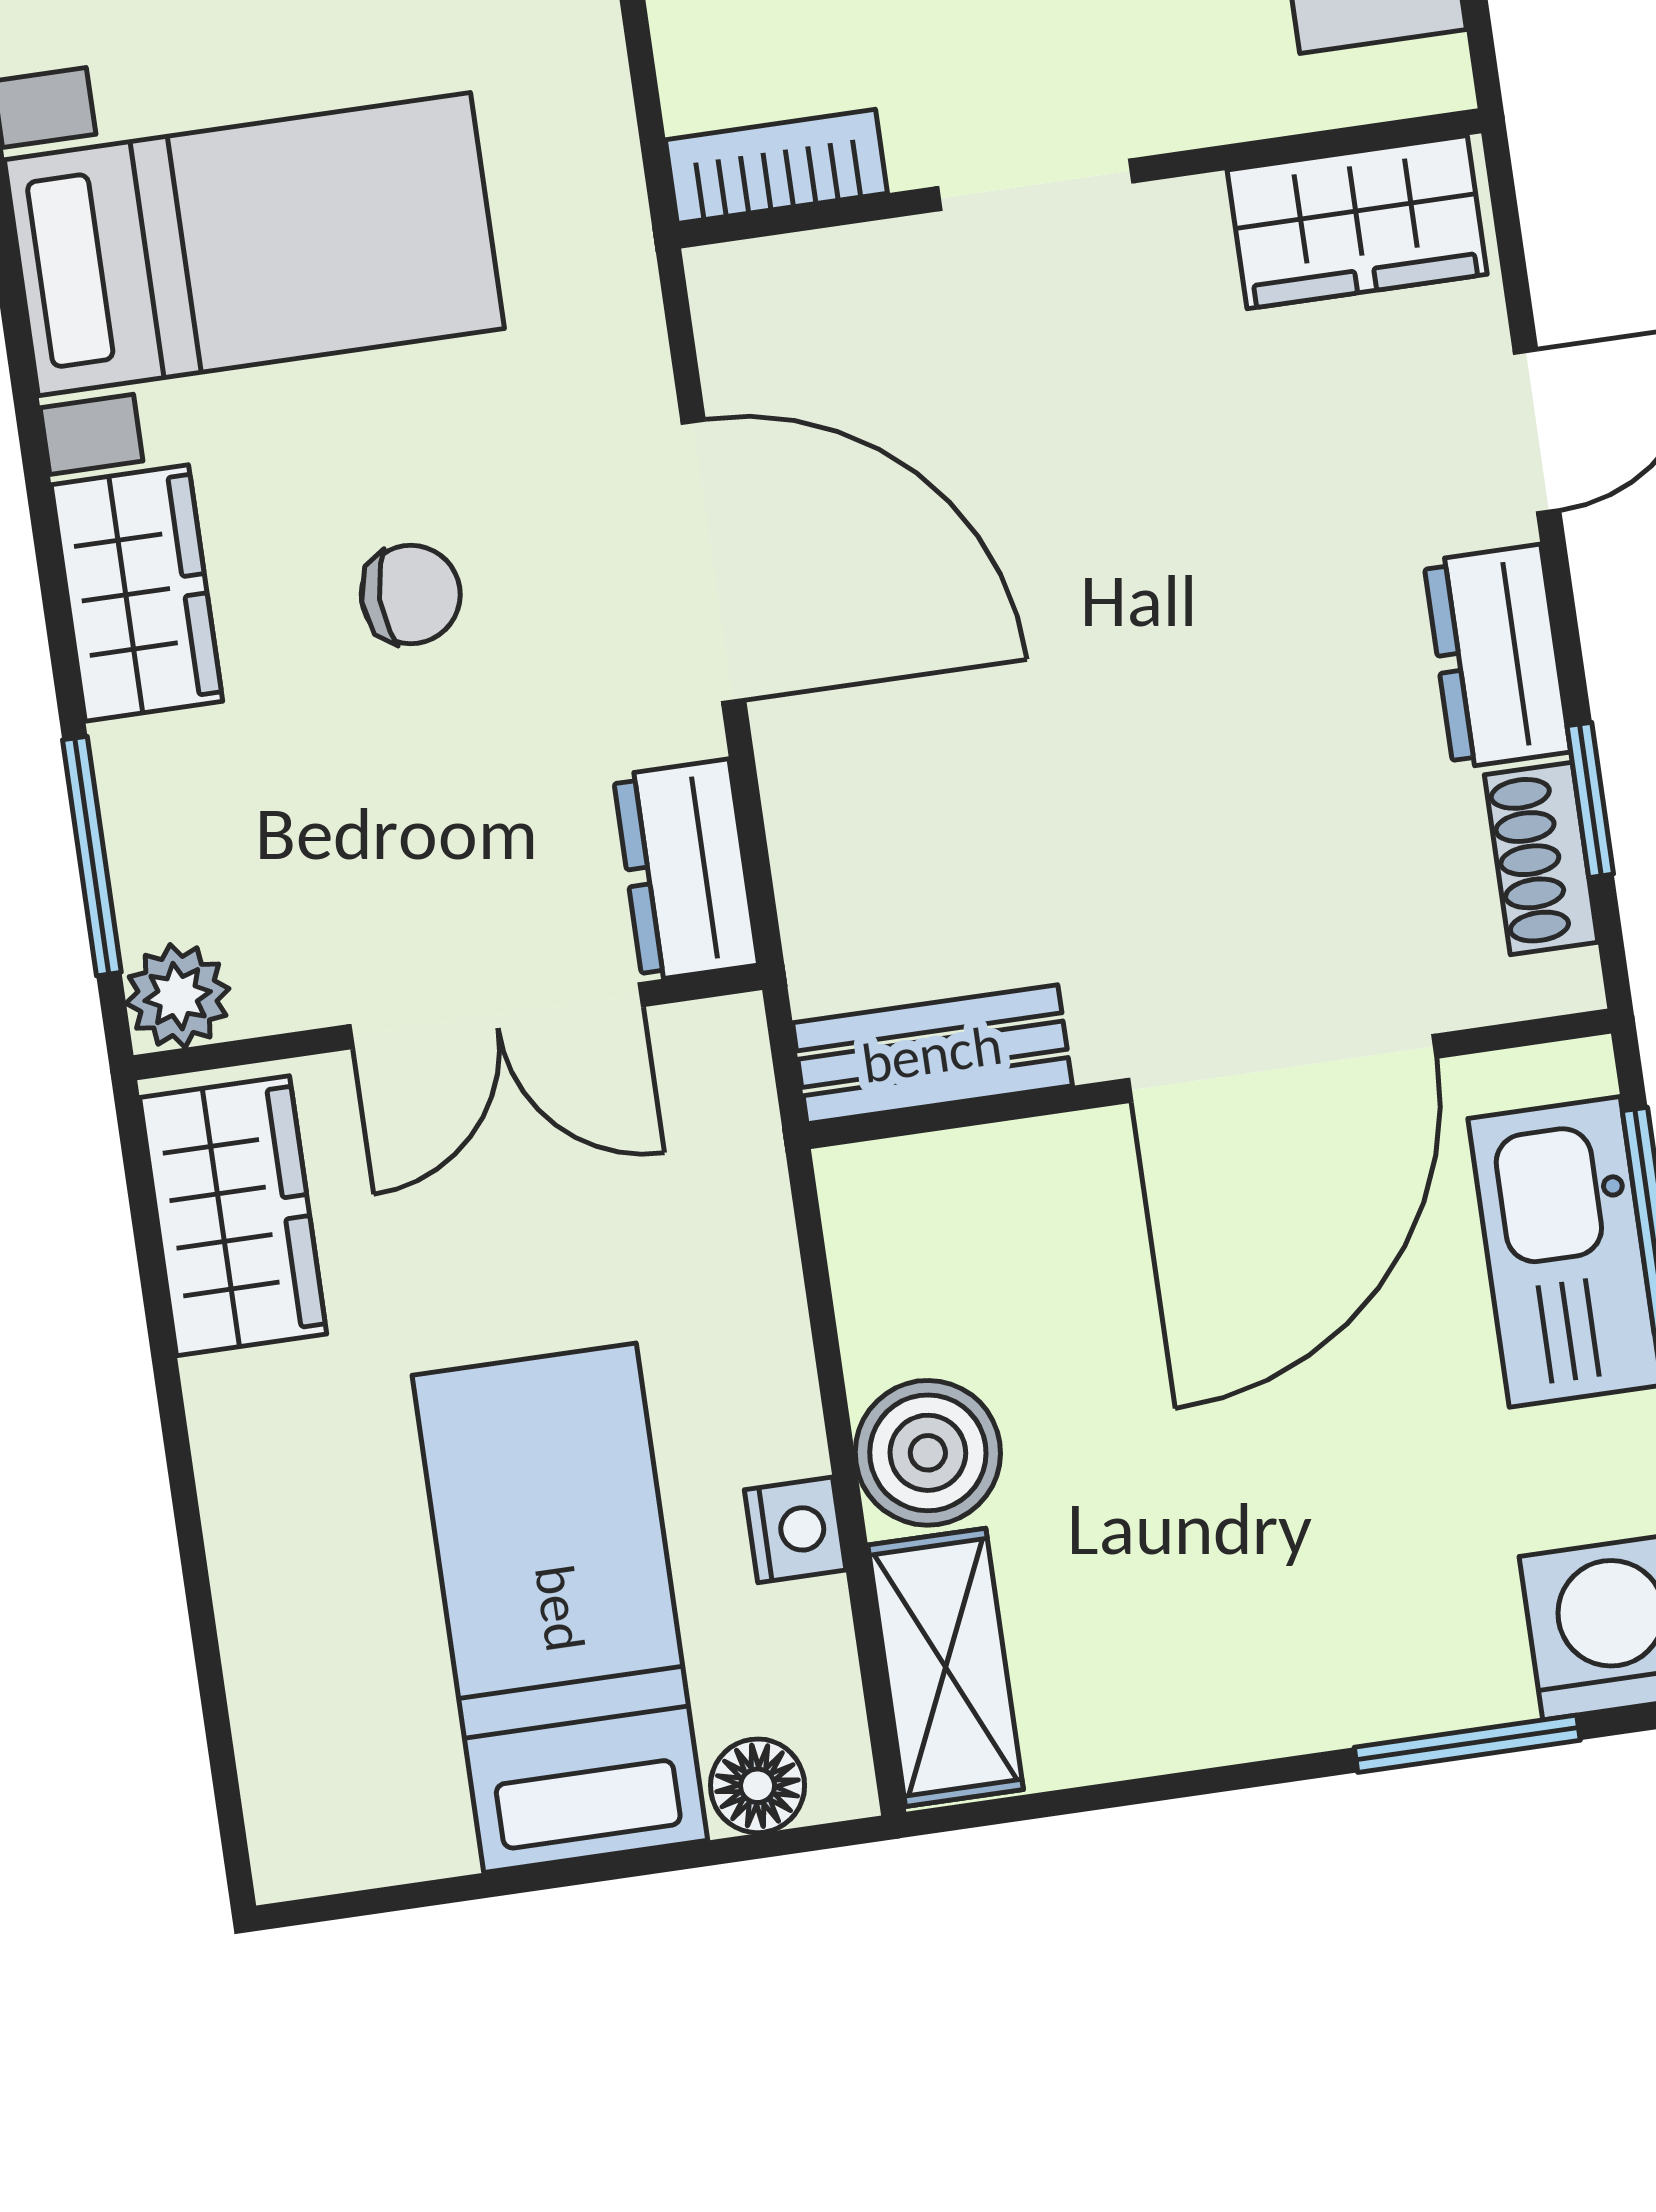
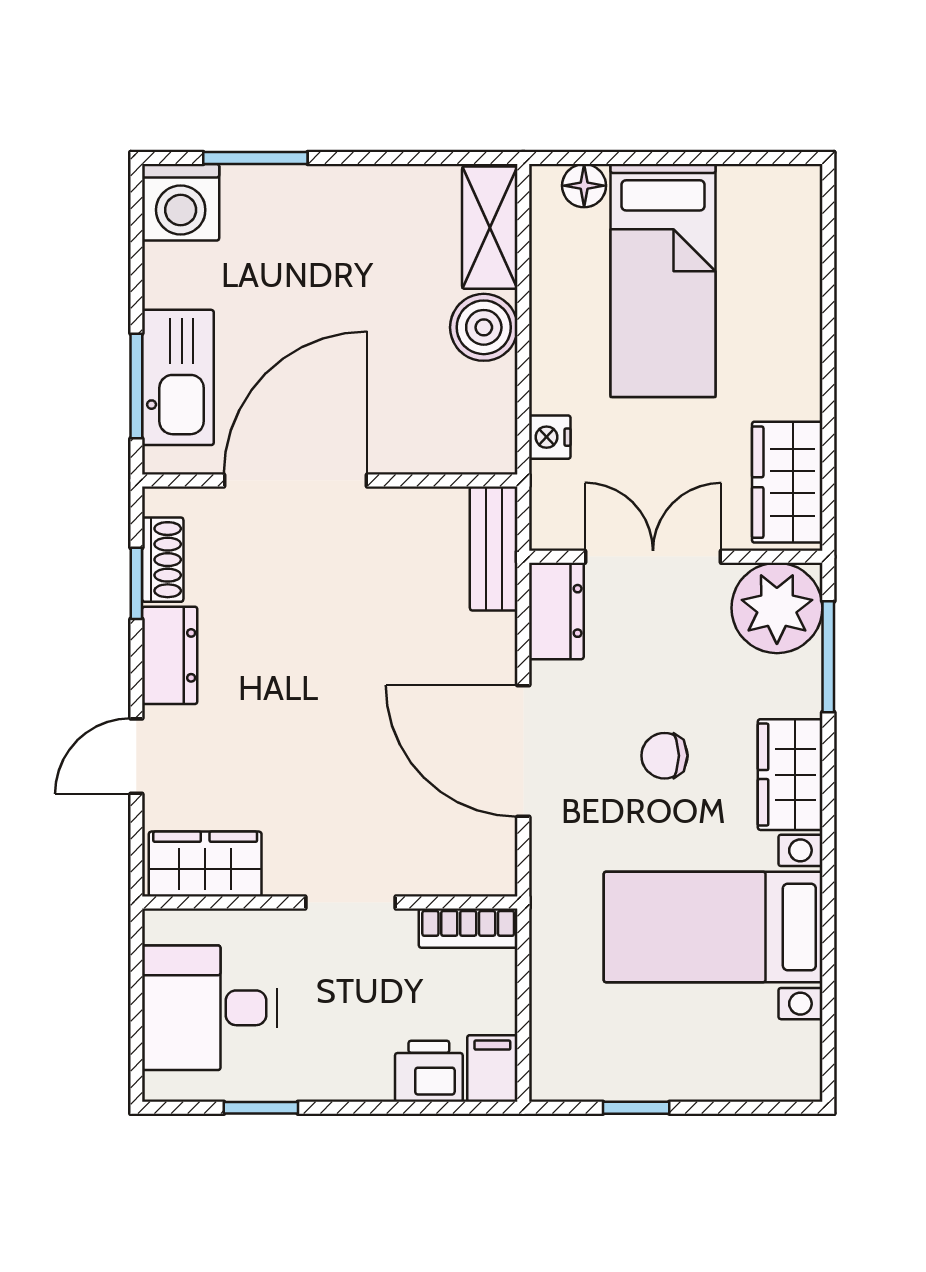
plant: (178, 996) -> (777, 608), width x1.88, depth x1.88
bench: (932, 1054) -> (494, 548), moved, turned 90
nightstand: (795, 1530) -> (550, 437), moved

